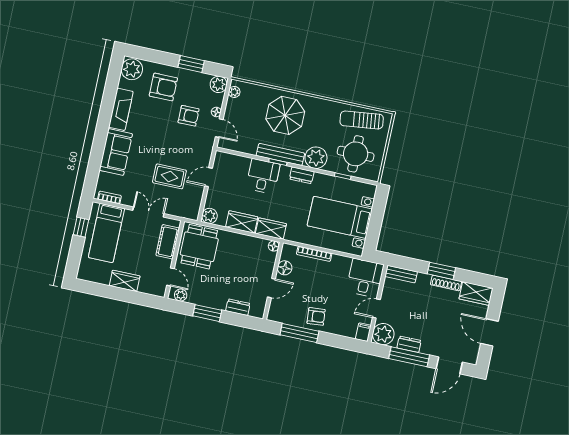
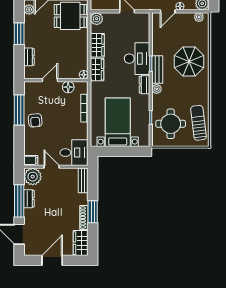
bench: (280, 154) -> (157, 69), width x0.73
plant: (316, 158) -> (157, 89), width x0.53, depth x0.53
desk: (263, 176) -> (137, 59), width x1.37
door: (271, 288) -> (50, 80), swing flipped

